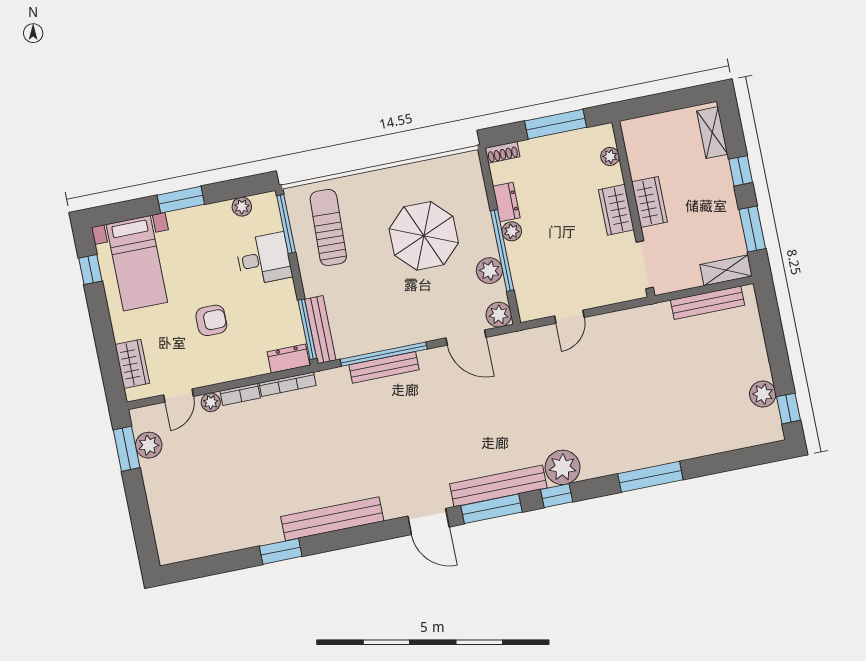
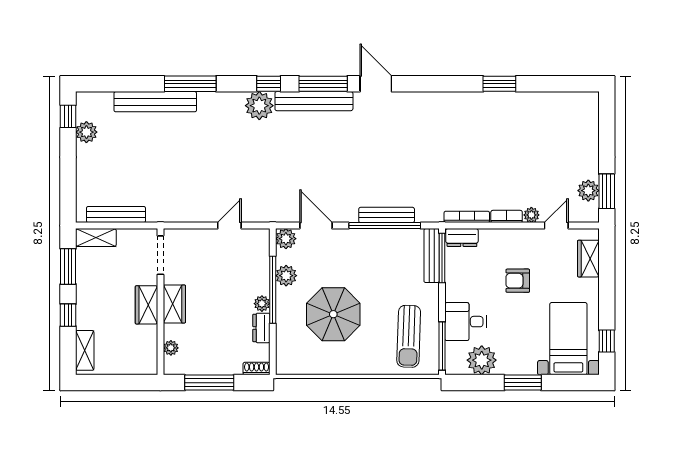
plant: (242, 207) -> (482, 360), width x1.87, depth x1.87
bench: (332, 519) -> (155, 102), moved

